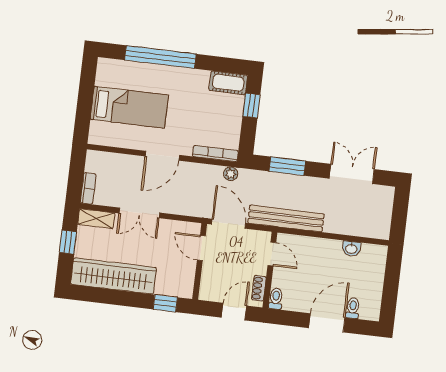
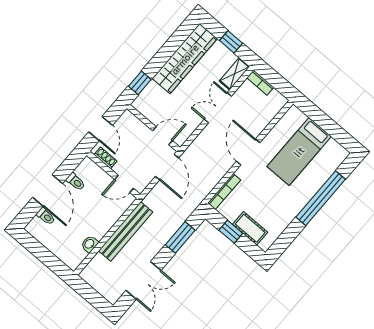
cot: (228, 83) -> (250, 228), moved, turned 90
window: (251, 106) -> (231, 232), moved
plant: (231, 174) -> (202, 193), removed
bench: (286, 218) -> (126, 231), moved
door: (229, 224) -> (167, 167), hinge flipped
toilet: (276, 299) -> (76, 182), moved

